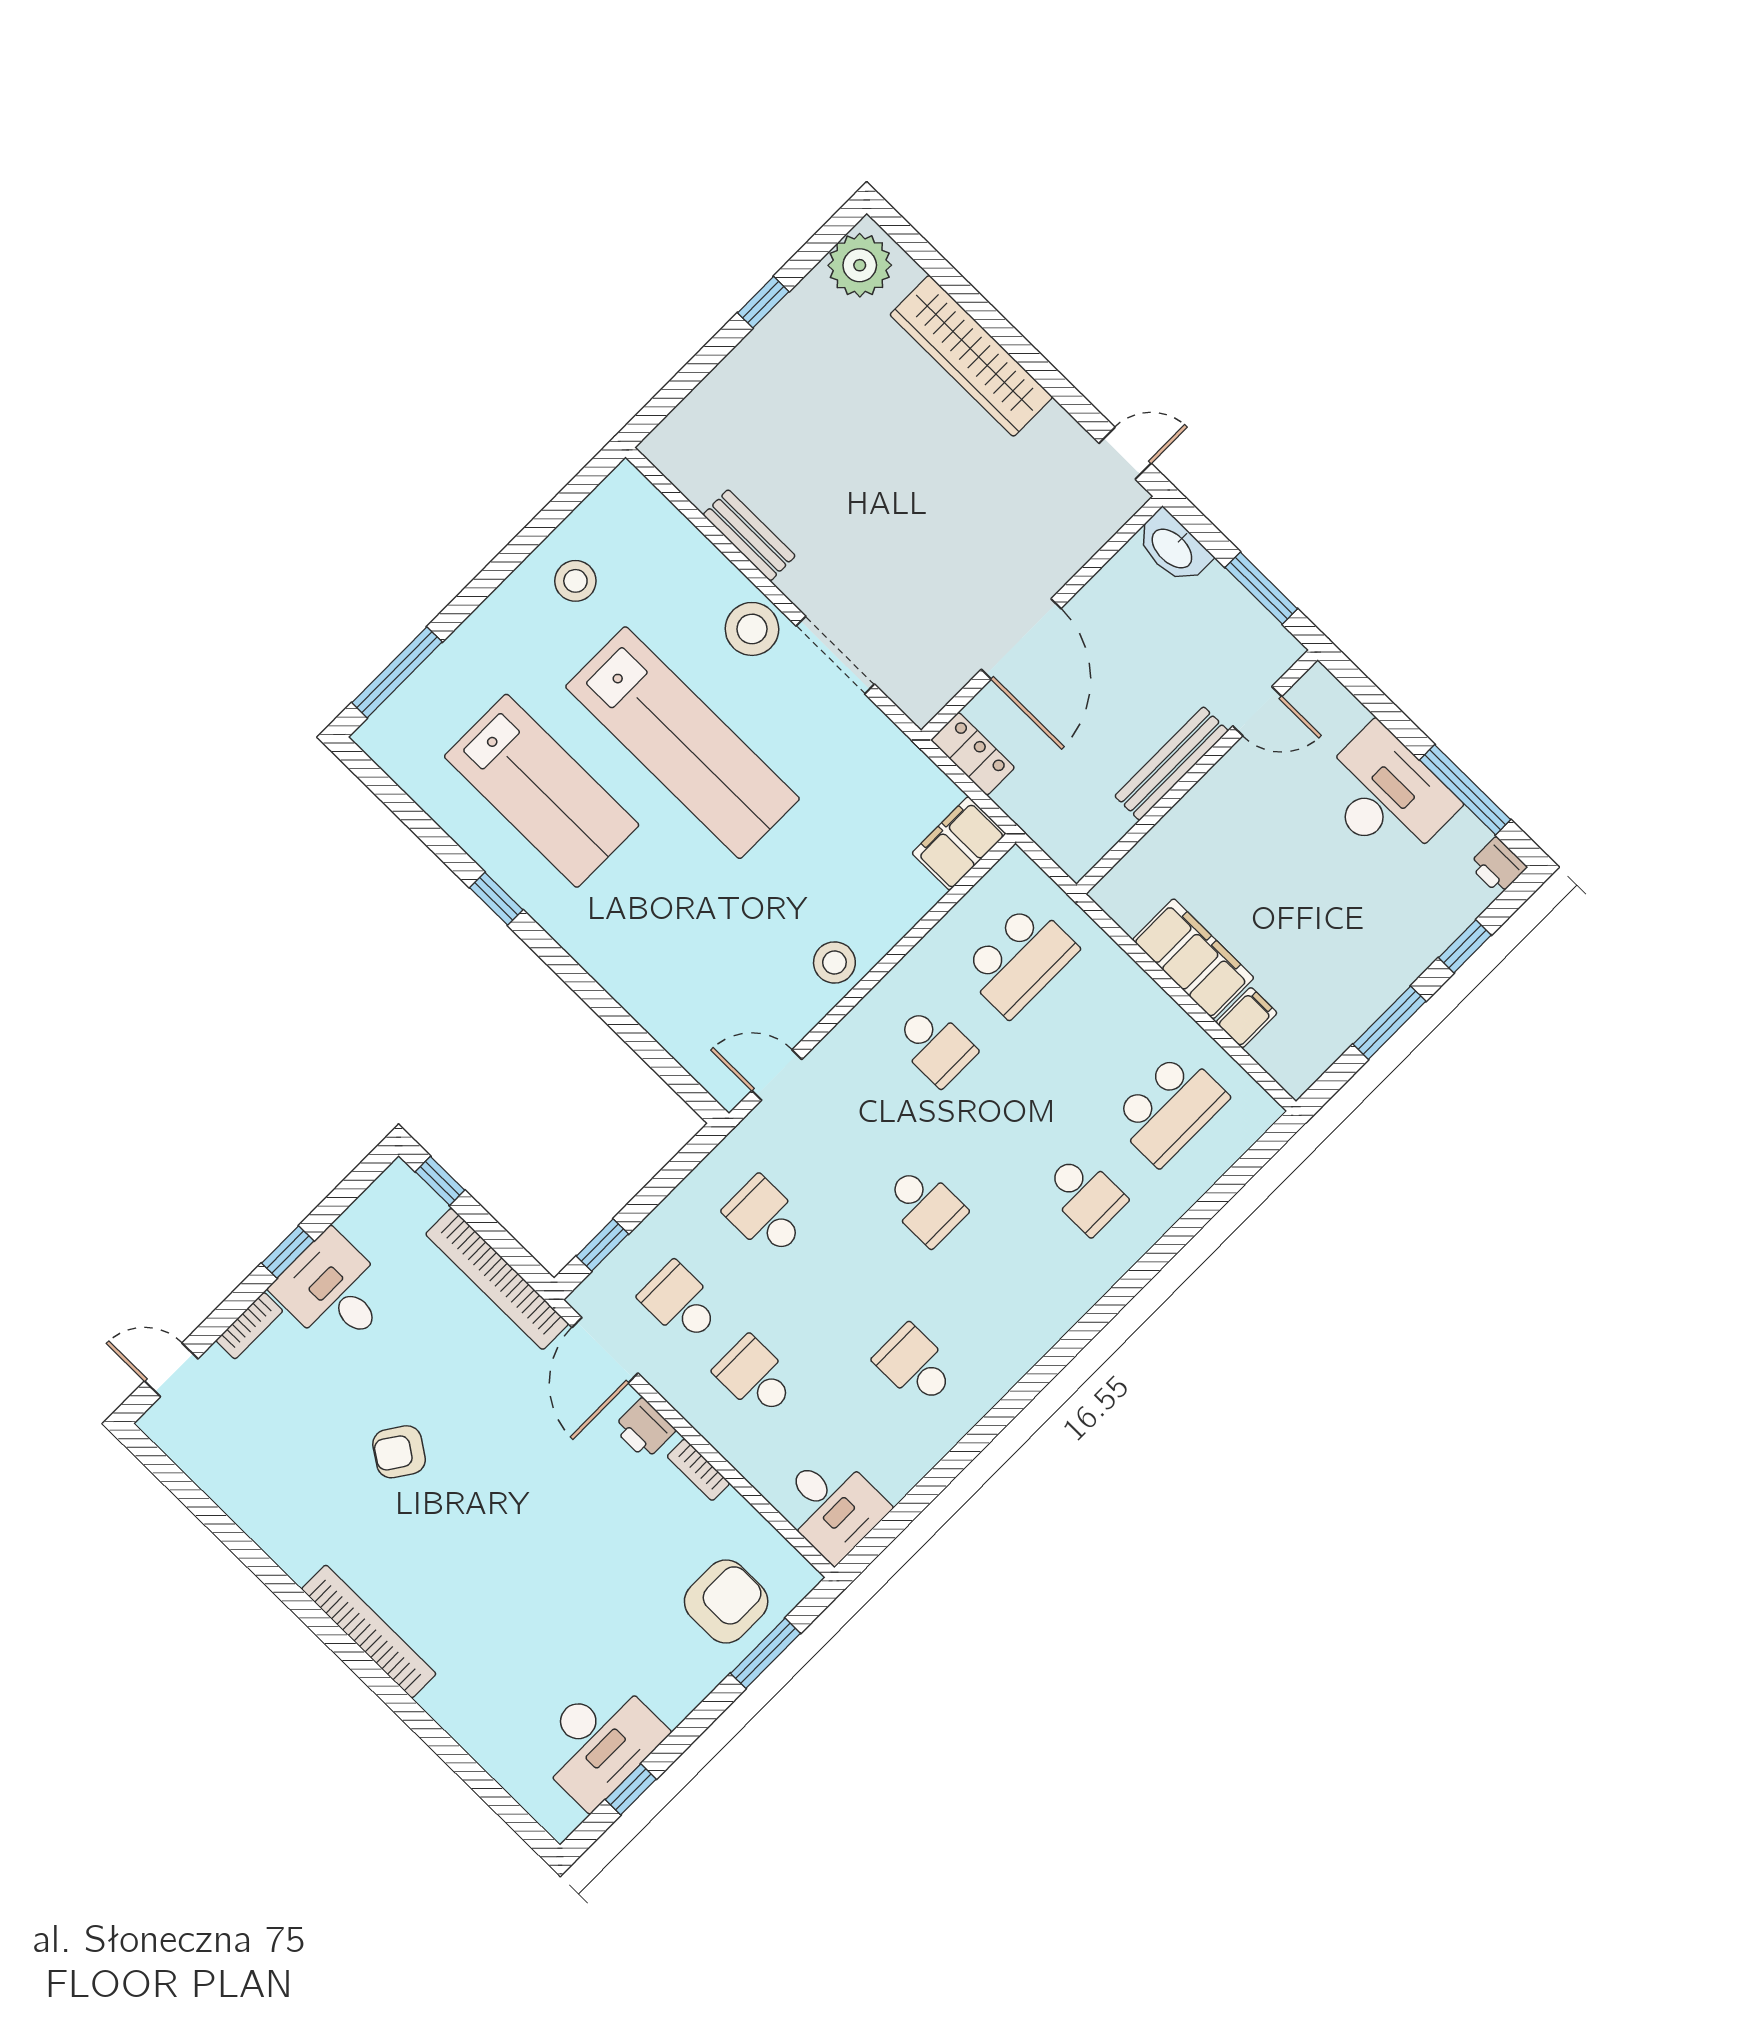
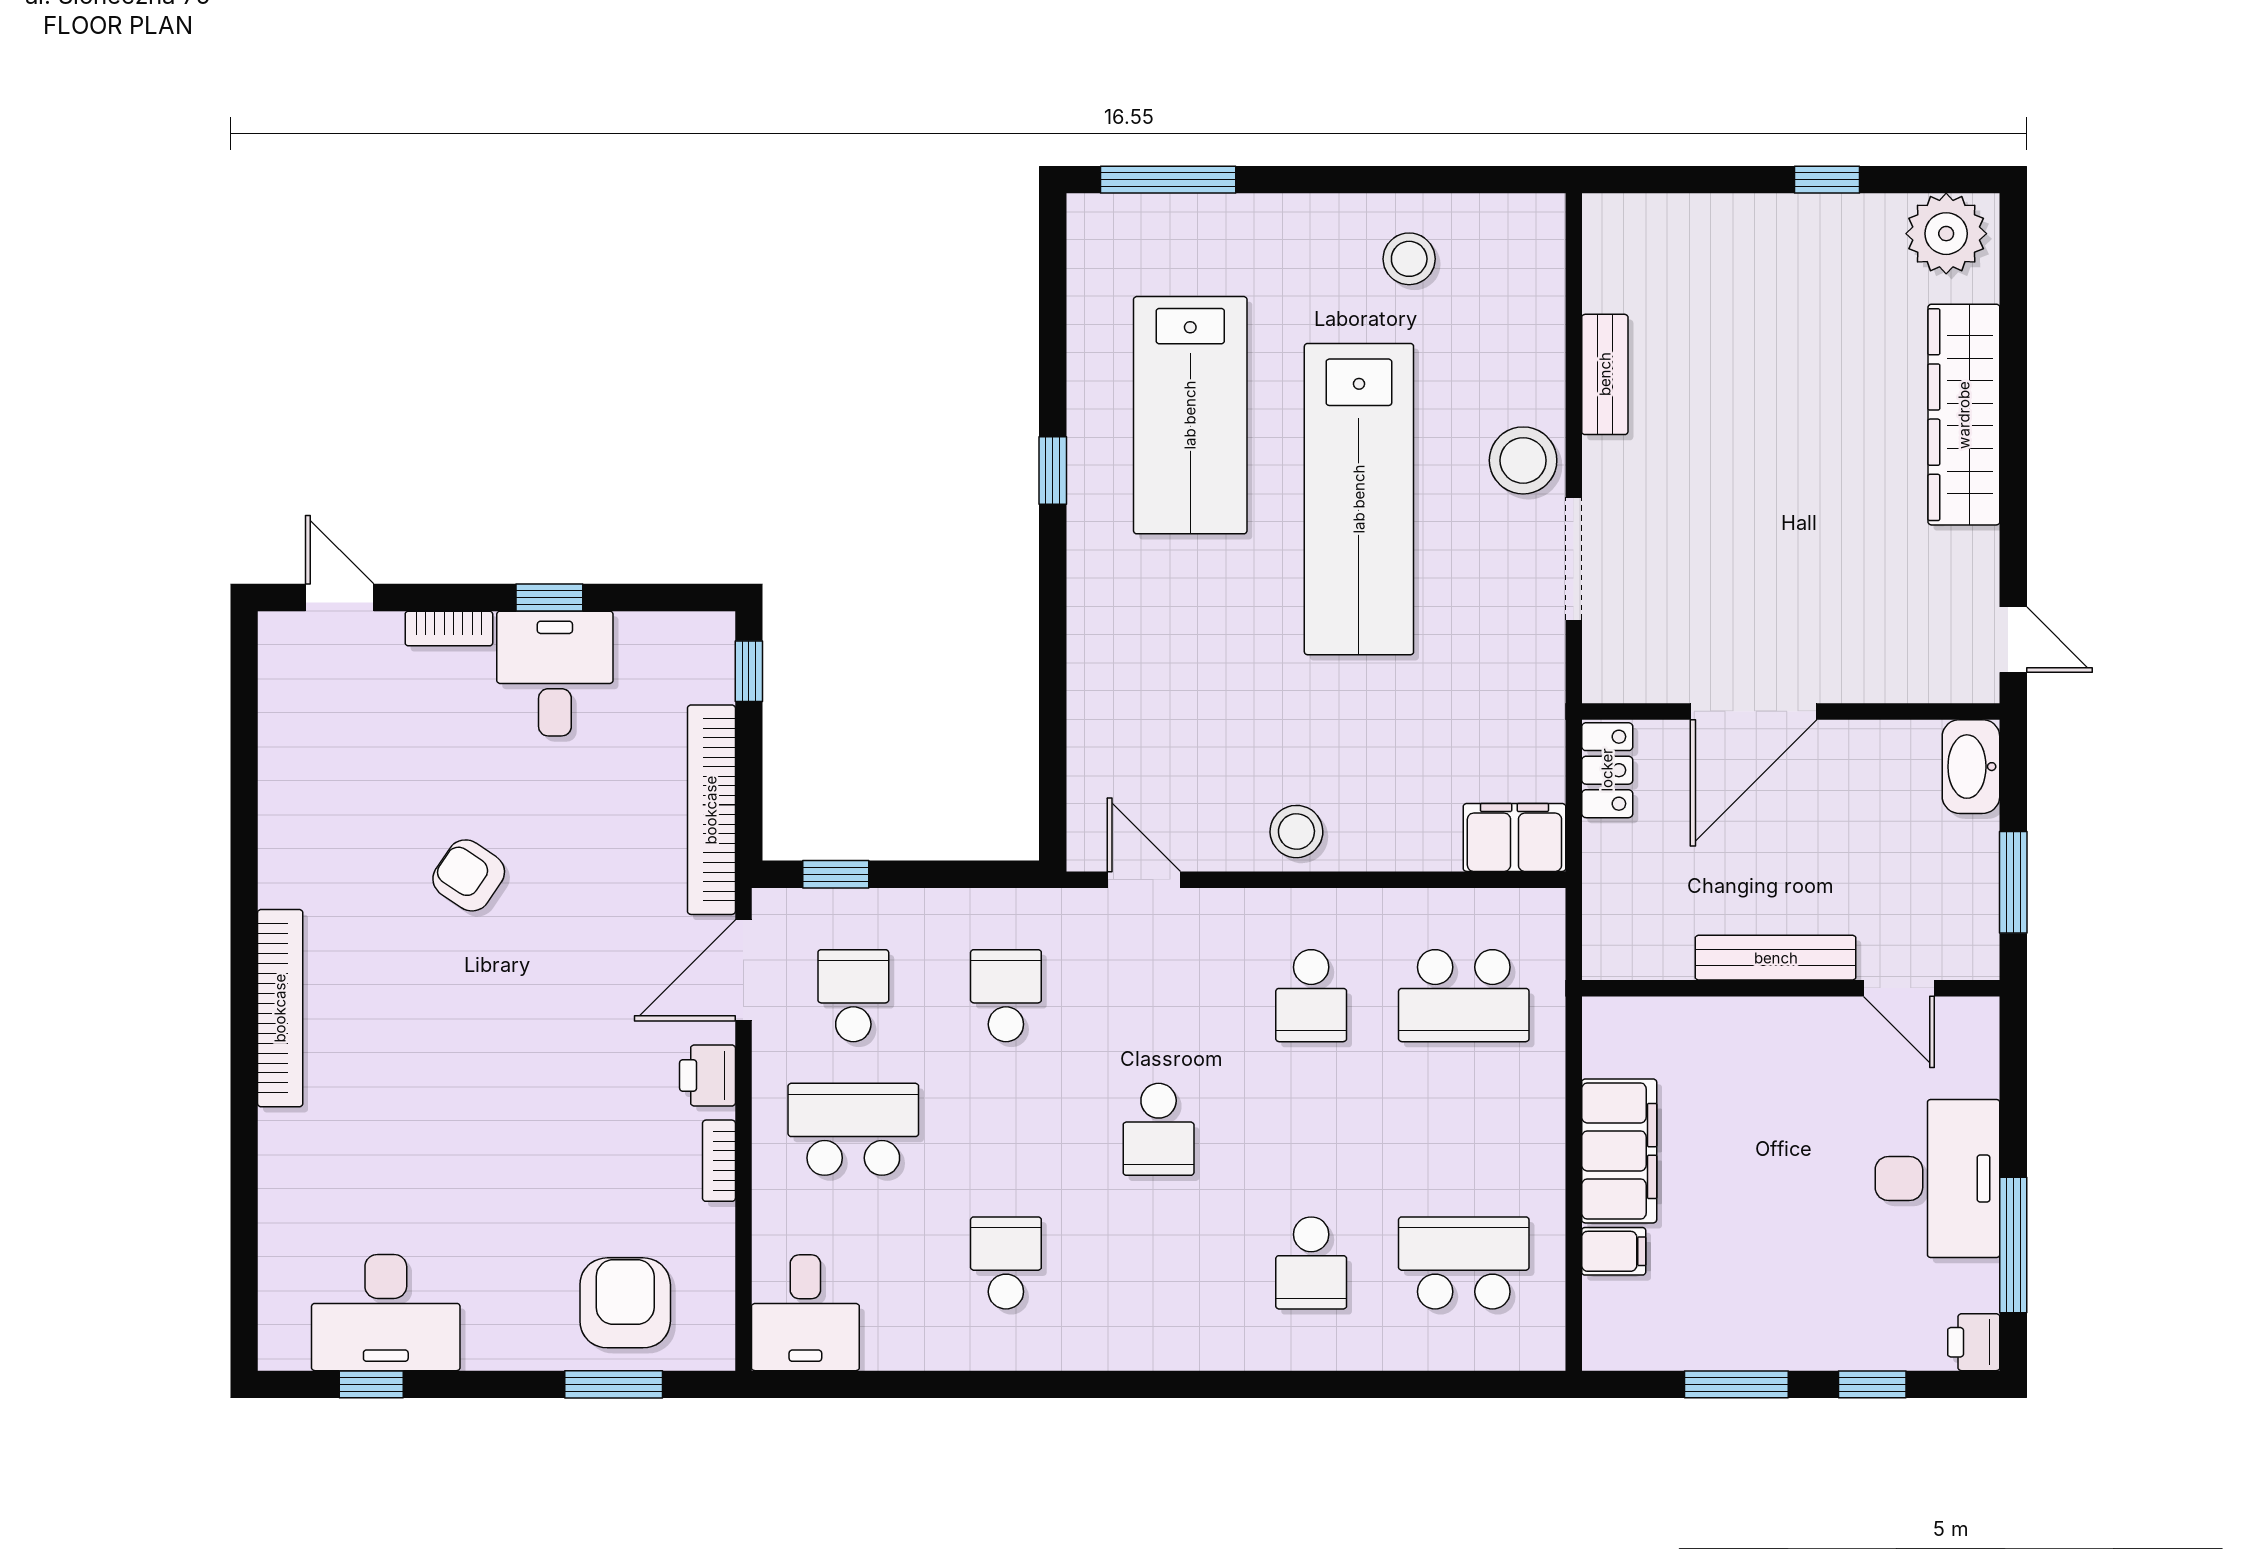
school desk: (1170, 1108) -> (1464, 1263), turned 180
school desk: (755, 1377) -> (853, 1129), width x1.85
armchair: (726, 1601) -> (625, 1303), turned -90

